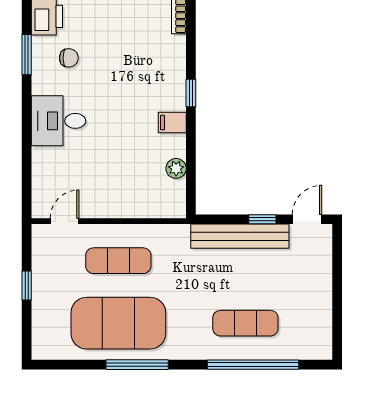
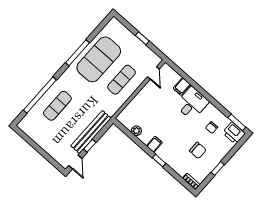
chair: (123, 48) -> (198, 150), added
window: (27, 55) -> (237, 122), moved
filing cabinet: (46, 159) -> (182, 86), added

